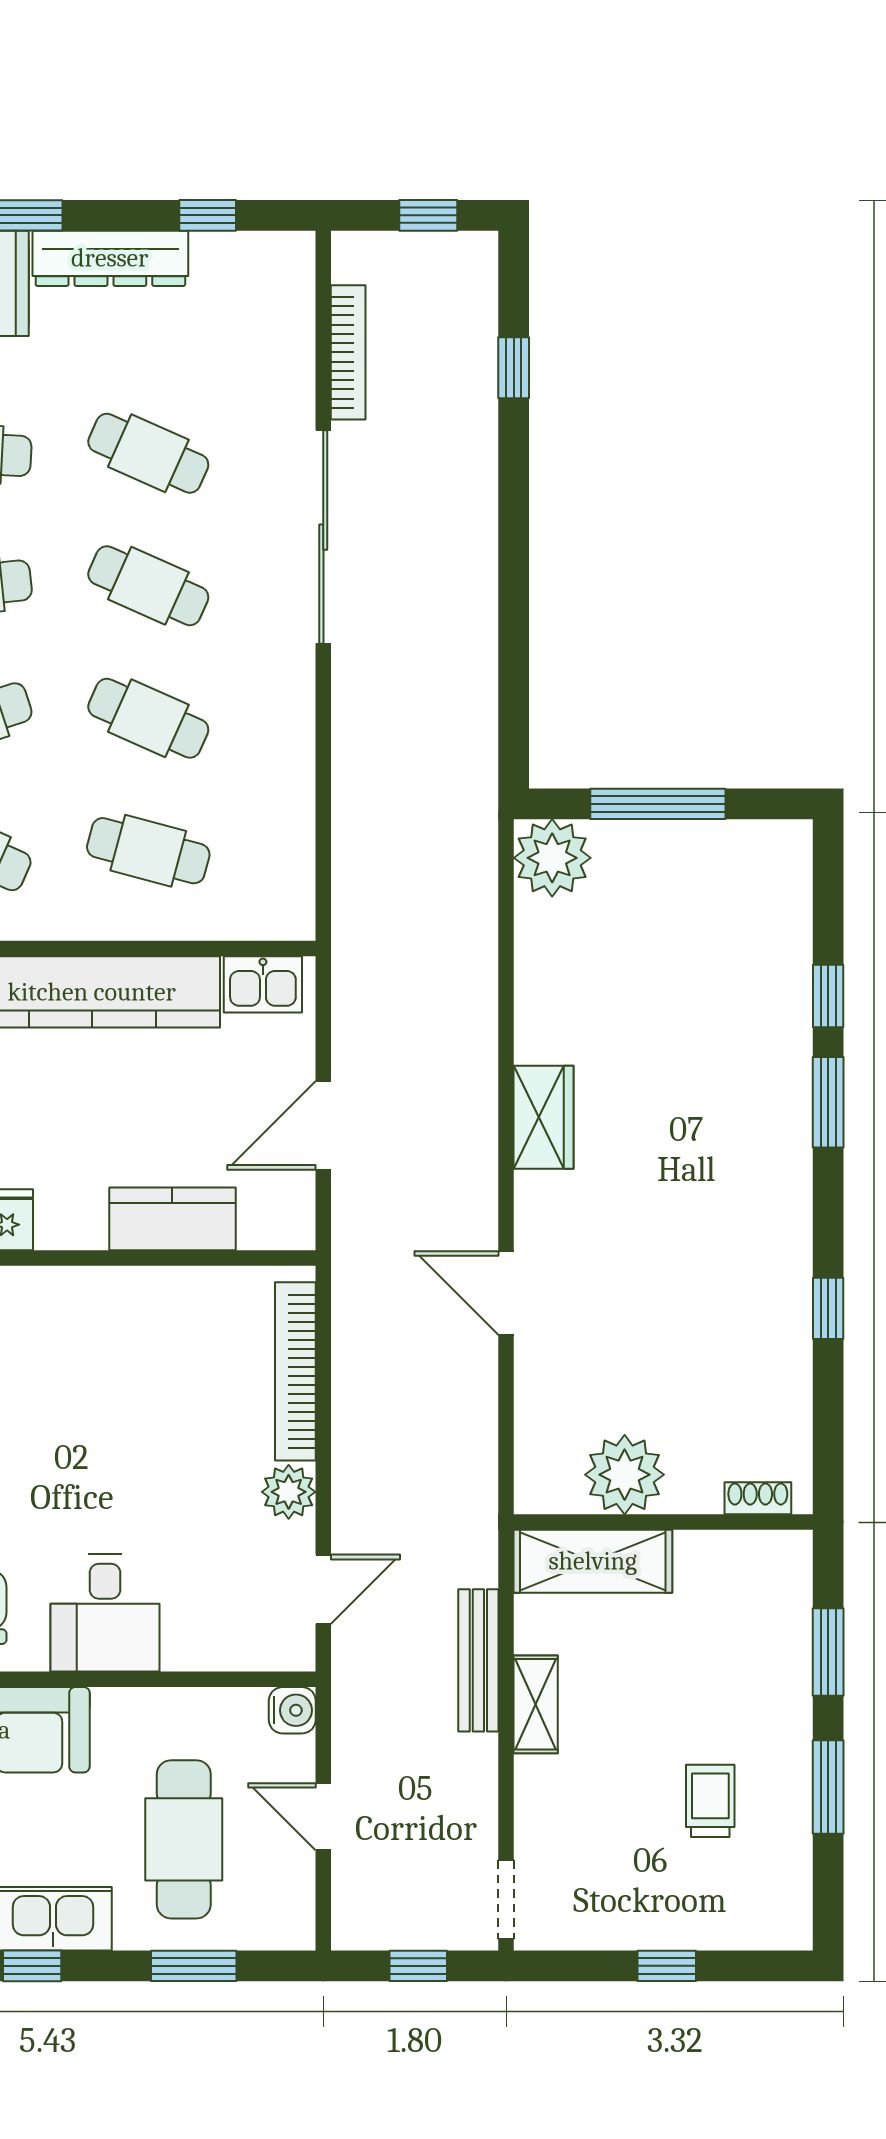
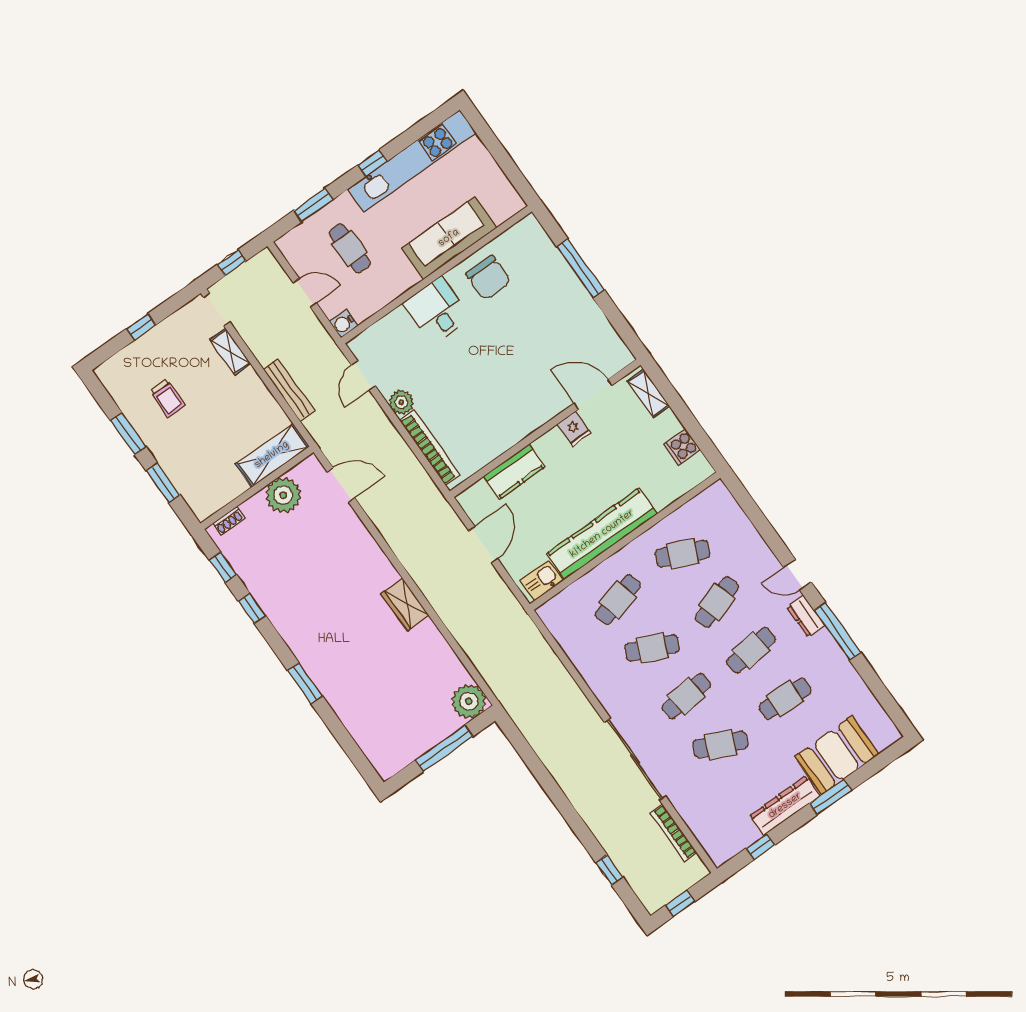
cafe table: (148, 586) -> (686, 696), turned -30
cafe table: (148, 851) -> (618, 600), turned -30
window: (828, 996) -> (223, 567), moved
door: (506, 1293) -> (341, 485), moved
shelving: (536, 1704) -> (230, 352), moved
cafe table: (184, 1839) -> (350, 248), width x0.73, depth x0.74

